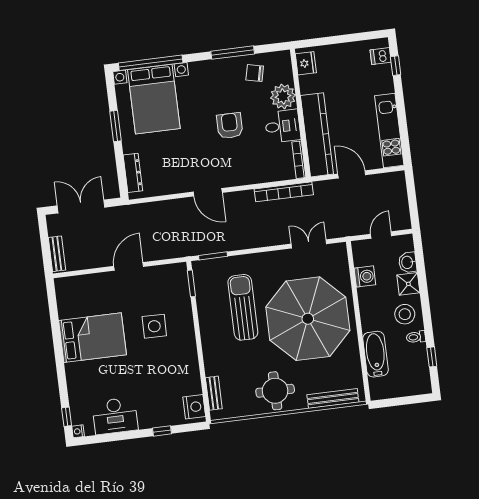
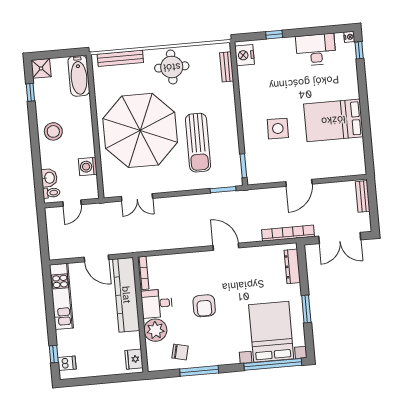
bookcase: (284, 192) -> (288, 233), moved
shower: (408, 284) -> (41, 68), moved
toilet: (416, 337) -> (51, 193), moved
bathtub: (376, 354) -> (79, 76), moved

